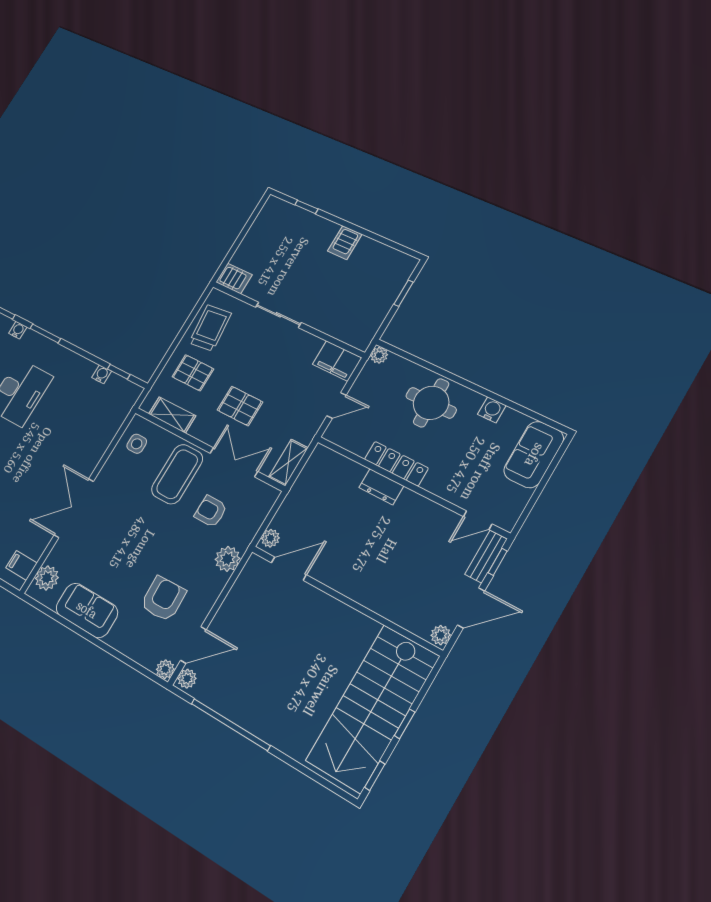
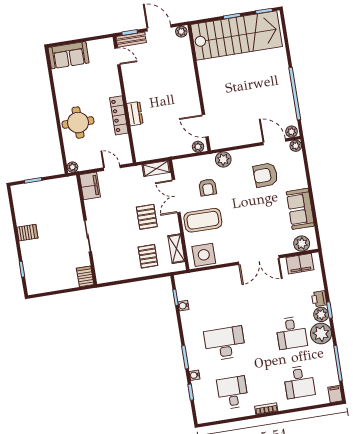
trolley: (210, 328) -> (119, 267), removed
water cooler: (492, 410) -> (61, 91), removed
side table: (137, 444) -> (204, 255), width x1.87, depth x1.87
filing cabinet: (21, 565) -> (300, 264), width x2.00

